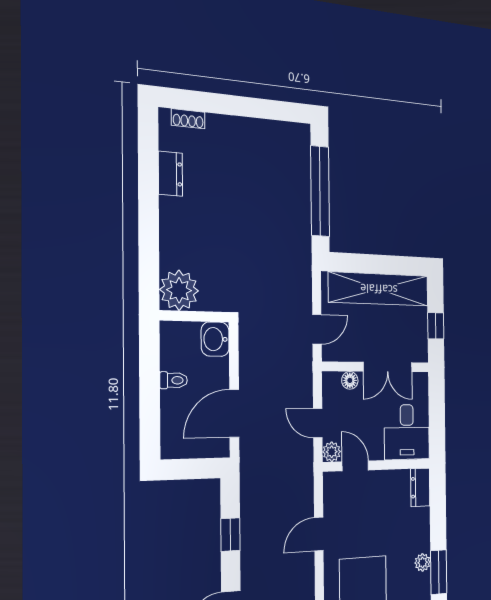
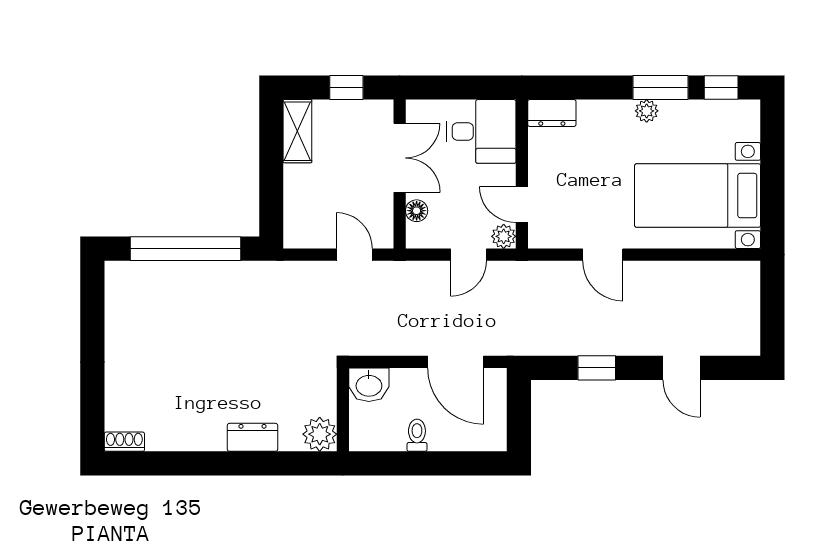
shoe rack: (188, 119) -> (124, 442), moved, turned -90
dresser: (170, 174) -> (253, 437), moved
shelving: (379, 289) -> (297, 131), width x0.45, depth x0.75
plant: (179, 290) -> (320, 434), width x0.73, depth x0.73
door: (355, 466) -> (522, 204), hinge flipped

